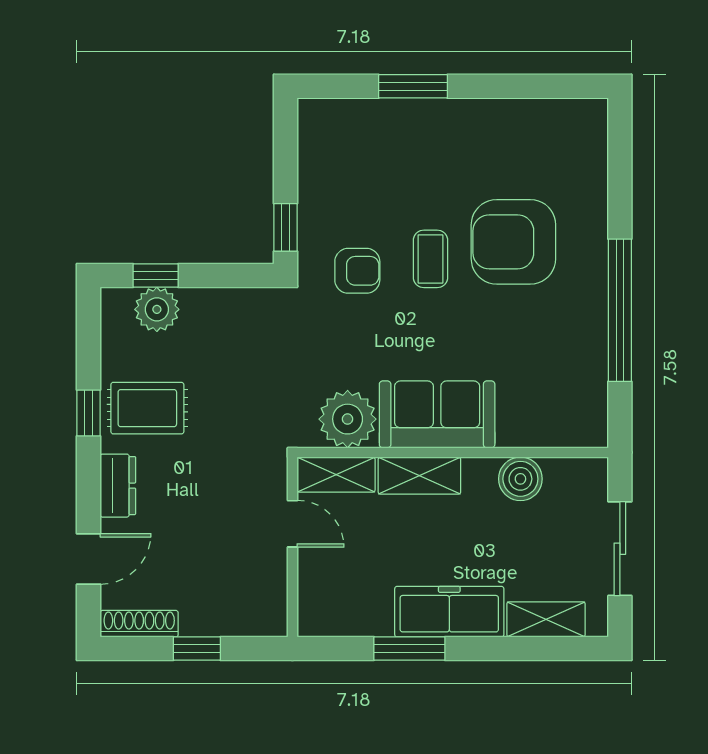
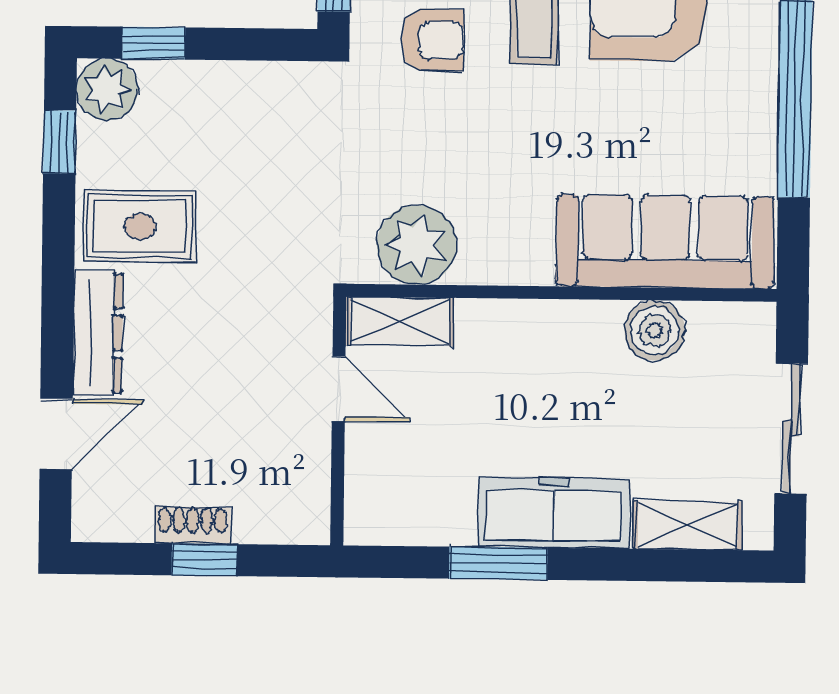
plant: (157, 309) -> (107, 89), moved
window: (89, 413) -> (60, 142), moved
sofa: (437, 414) -> (665, 241), moved, width x1.36
shelving: (419, 476) -> (515, 324), removed
dresser: (118, 486) -> (98, 333), width x1.44
shoe rack: (139, 624) -> (193, 525), moved, width x0.70

